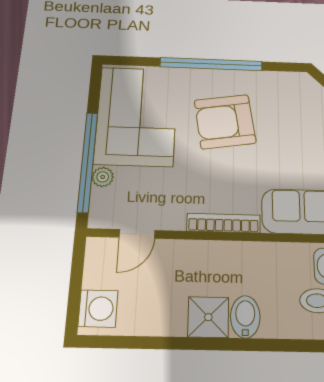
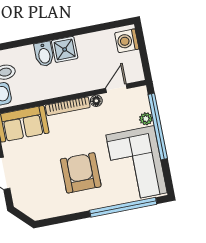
window: (211, 64) -> (123, 207), moved
armchair: (225, 122) -> (81, 173), turned -81
floor lamp: (175, 221) -> (96, 101), added

